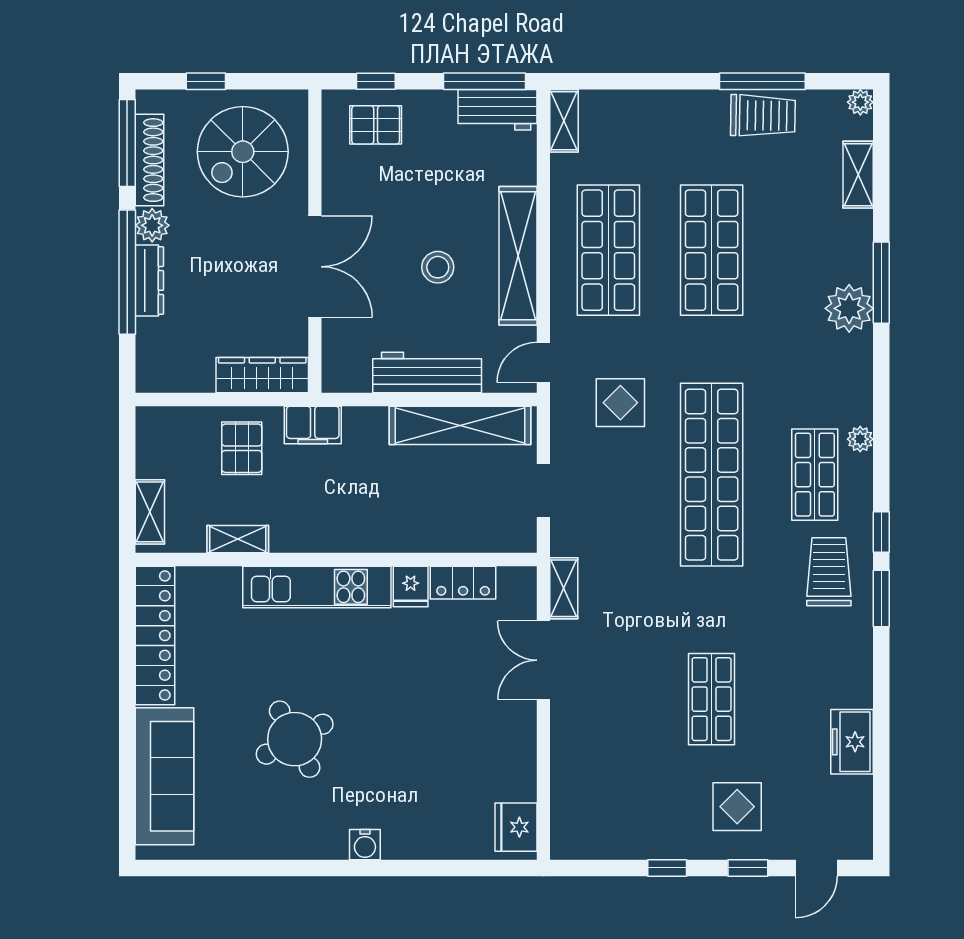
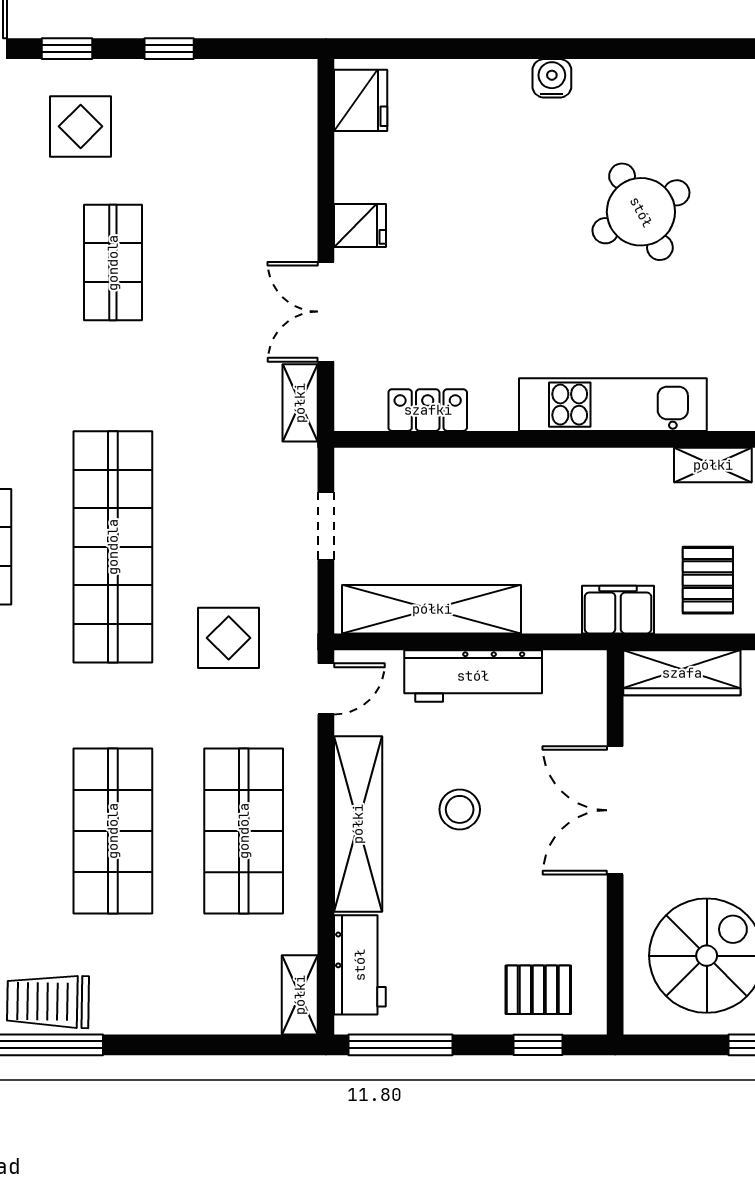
workbench: (498, 110) -> (360, 965), moved, turned 90
fridge: (411, 586) -> (360, 226), moved, turned 90
double door: (543, 660) -> (326, 312), swing flipped

